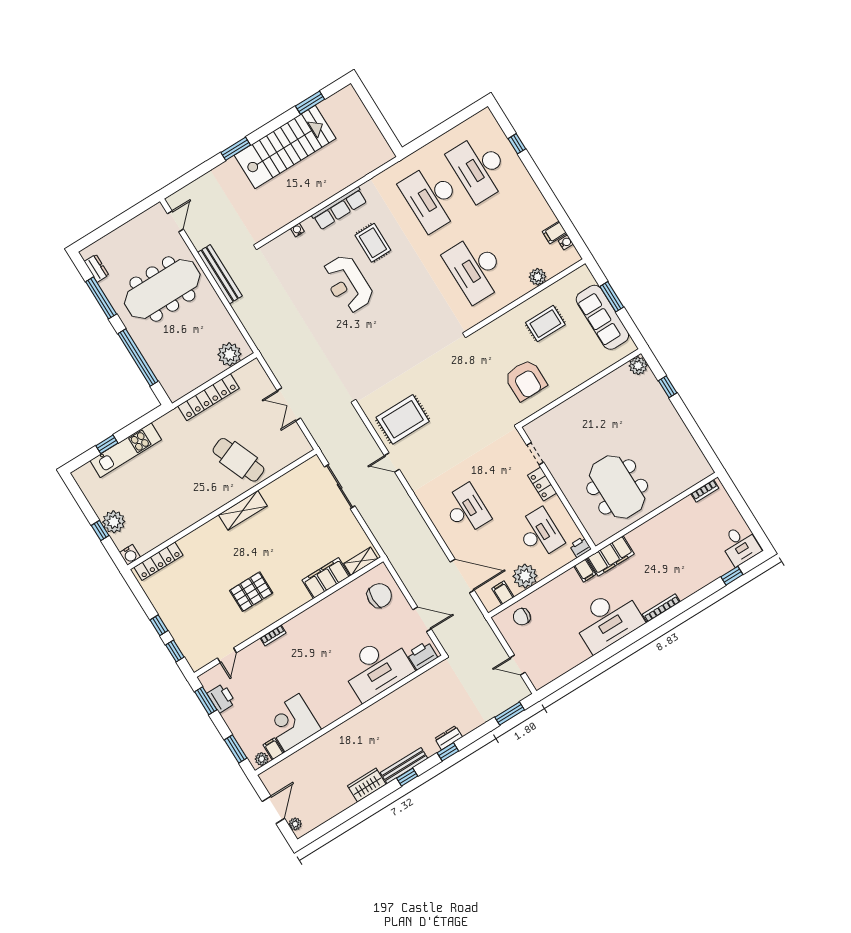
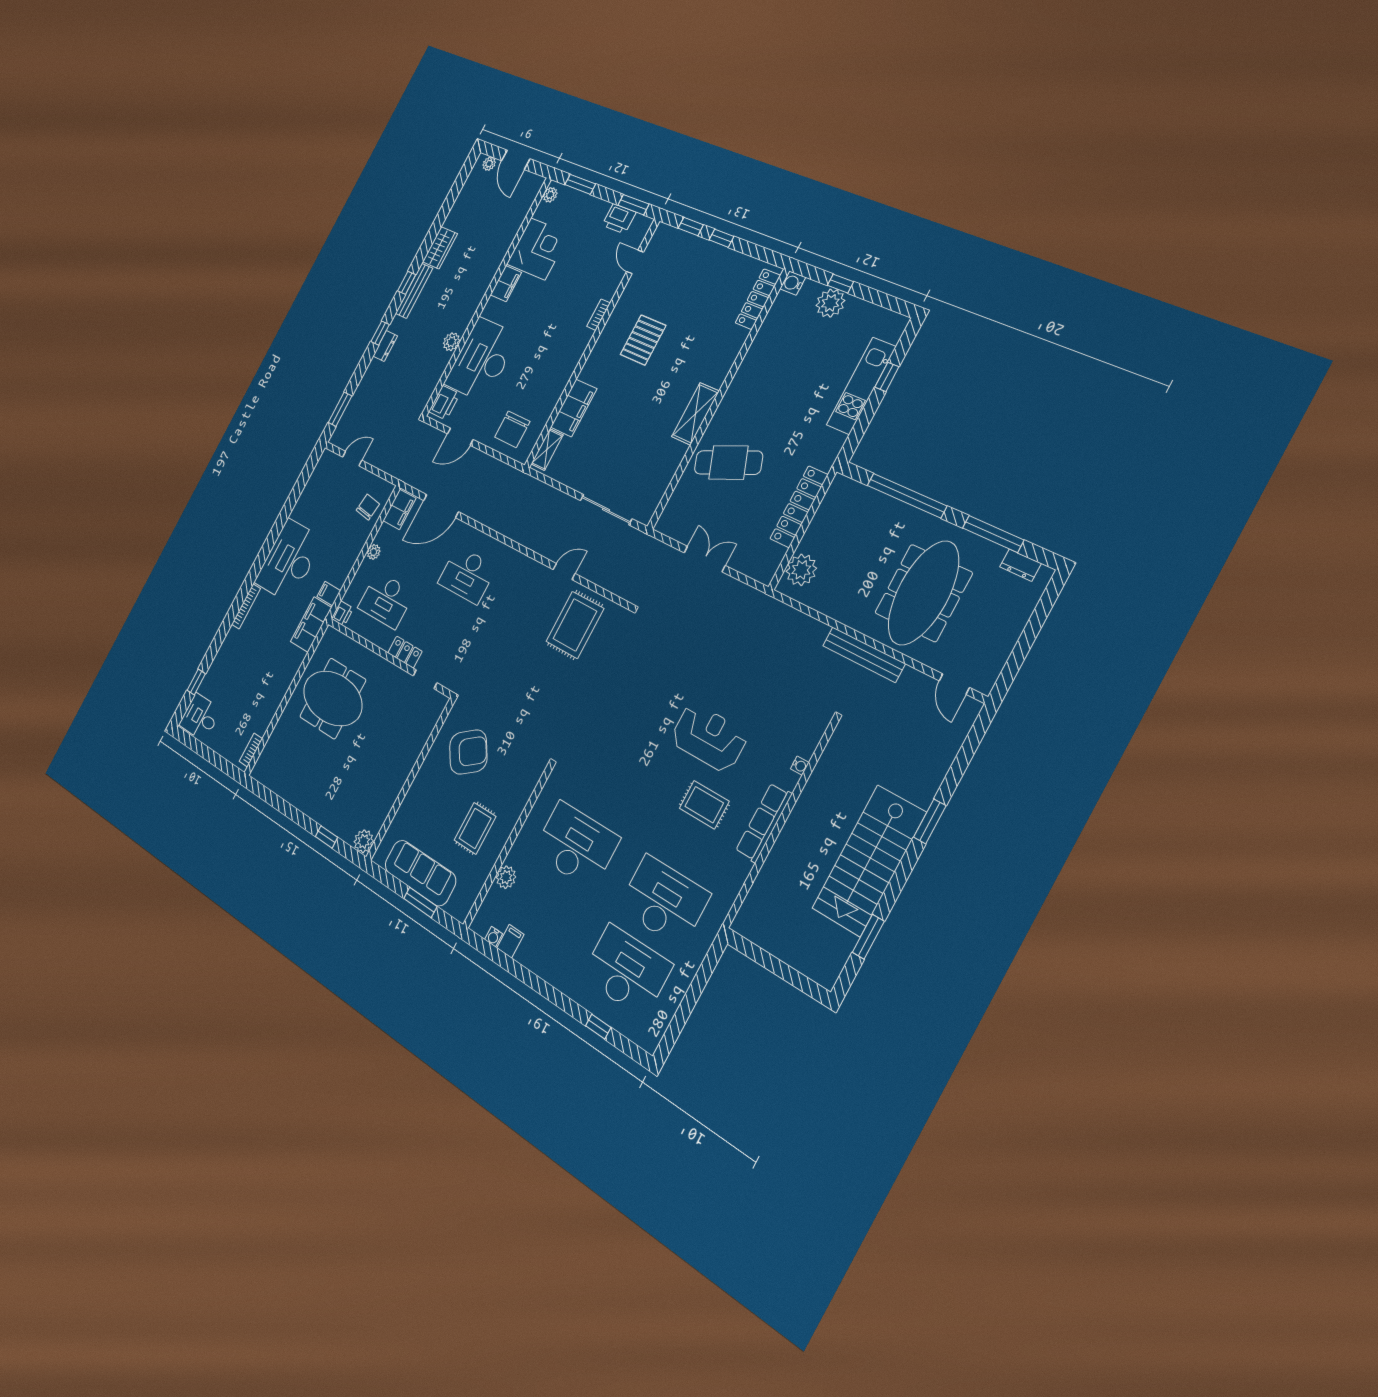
armchair: (526, 380) -> (468, 752), turned 145
plant: (525, 576) -> (374, 552), width x0.53, depth x0.53
filing cabinet: (503, 593) -> (400, 509), width x2.00
plant: (394, 700) -> (451, 342), added
filing cabinet: (273, 749) -> (506, 284), moved, width x2.00

